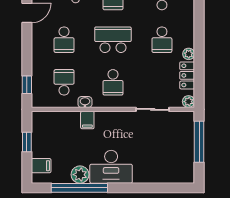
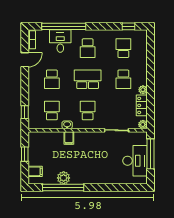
school desk: (113, 82) -> (88, 110), turned 180
desk: (111, 167) -> (135, 161), moved, turned -90

